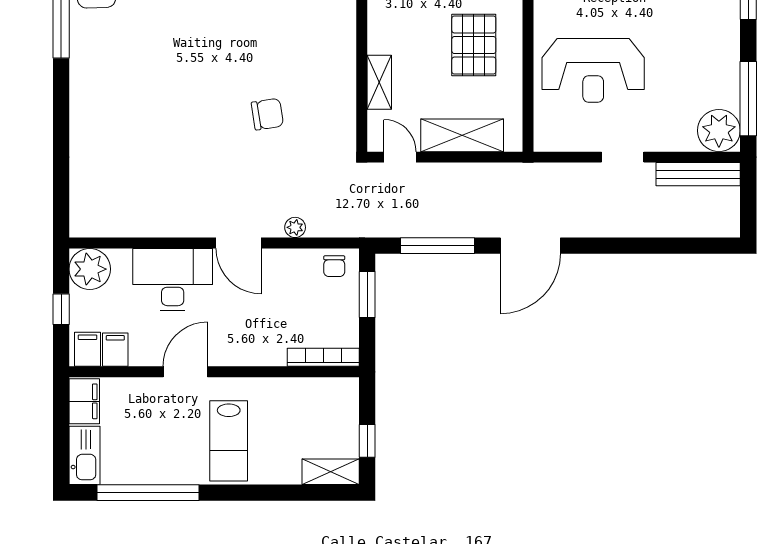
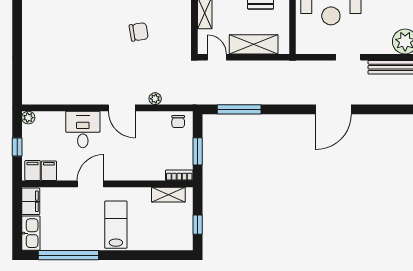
door: (530, 246) -> (333, 109), moved
plant: (90, 269) -> (28, 118), width x0.53, depth x0.53
desk: (173, 280) -> (83, 129), width x0.73
window: (367, 295) -> (198, 151), moved
bookcase: (323, 357) -> (179, 175), width x0.64
lab bench: (229, 441) -> (116, 225), turned 180
shelving: (331, 472) -> (168, 195), moved

